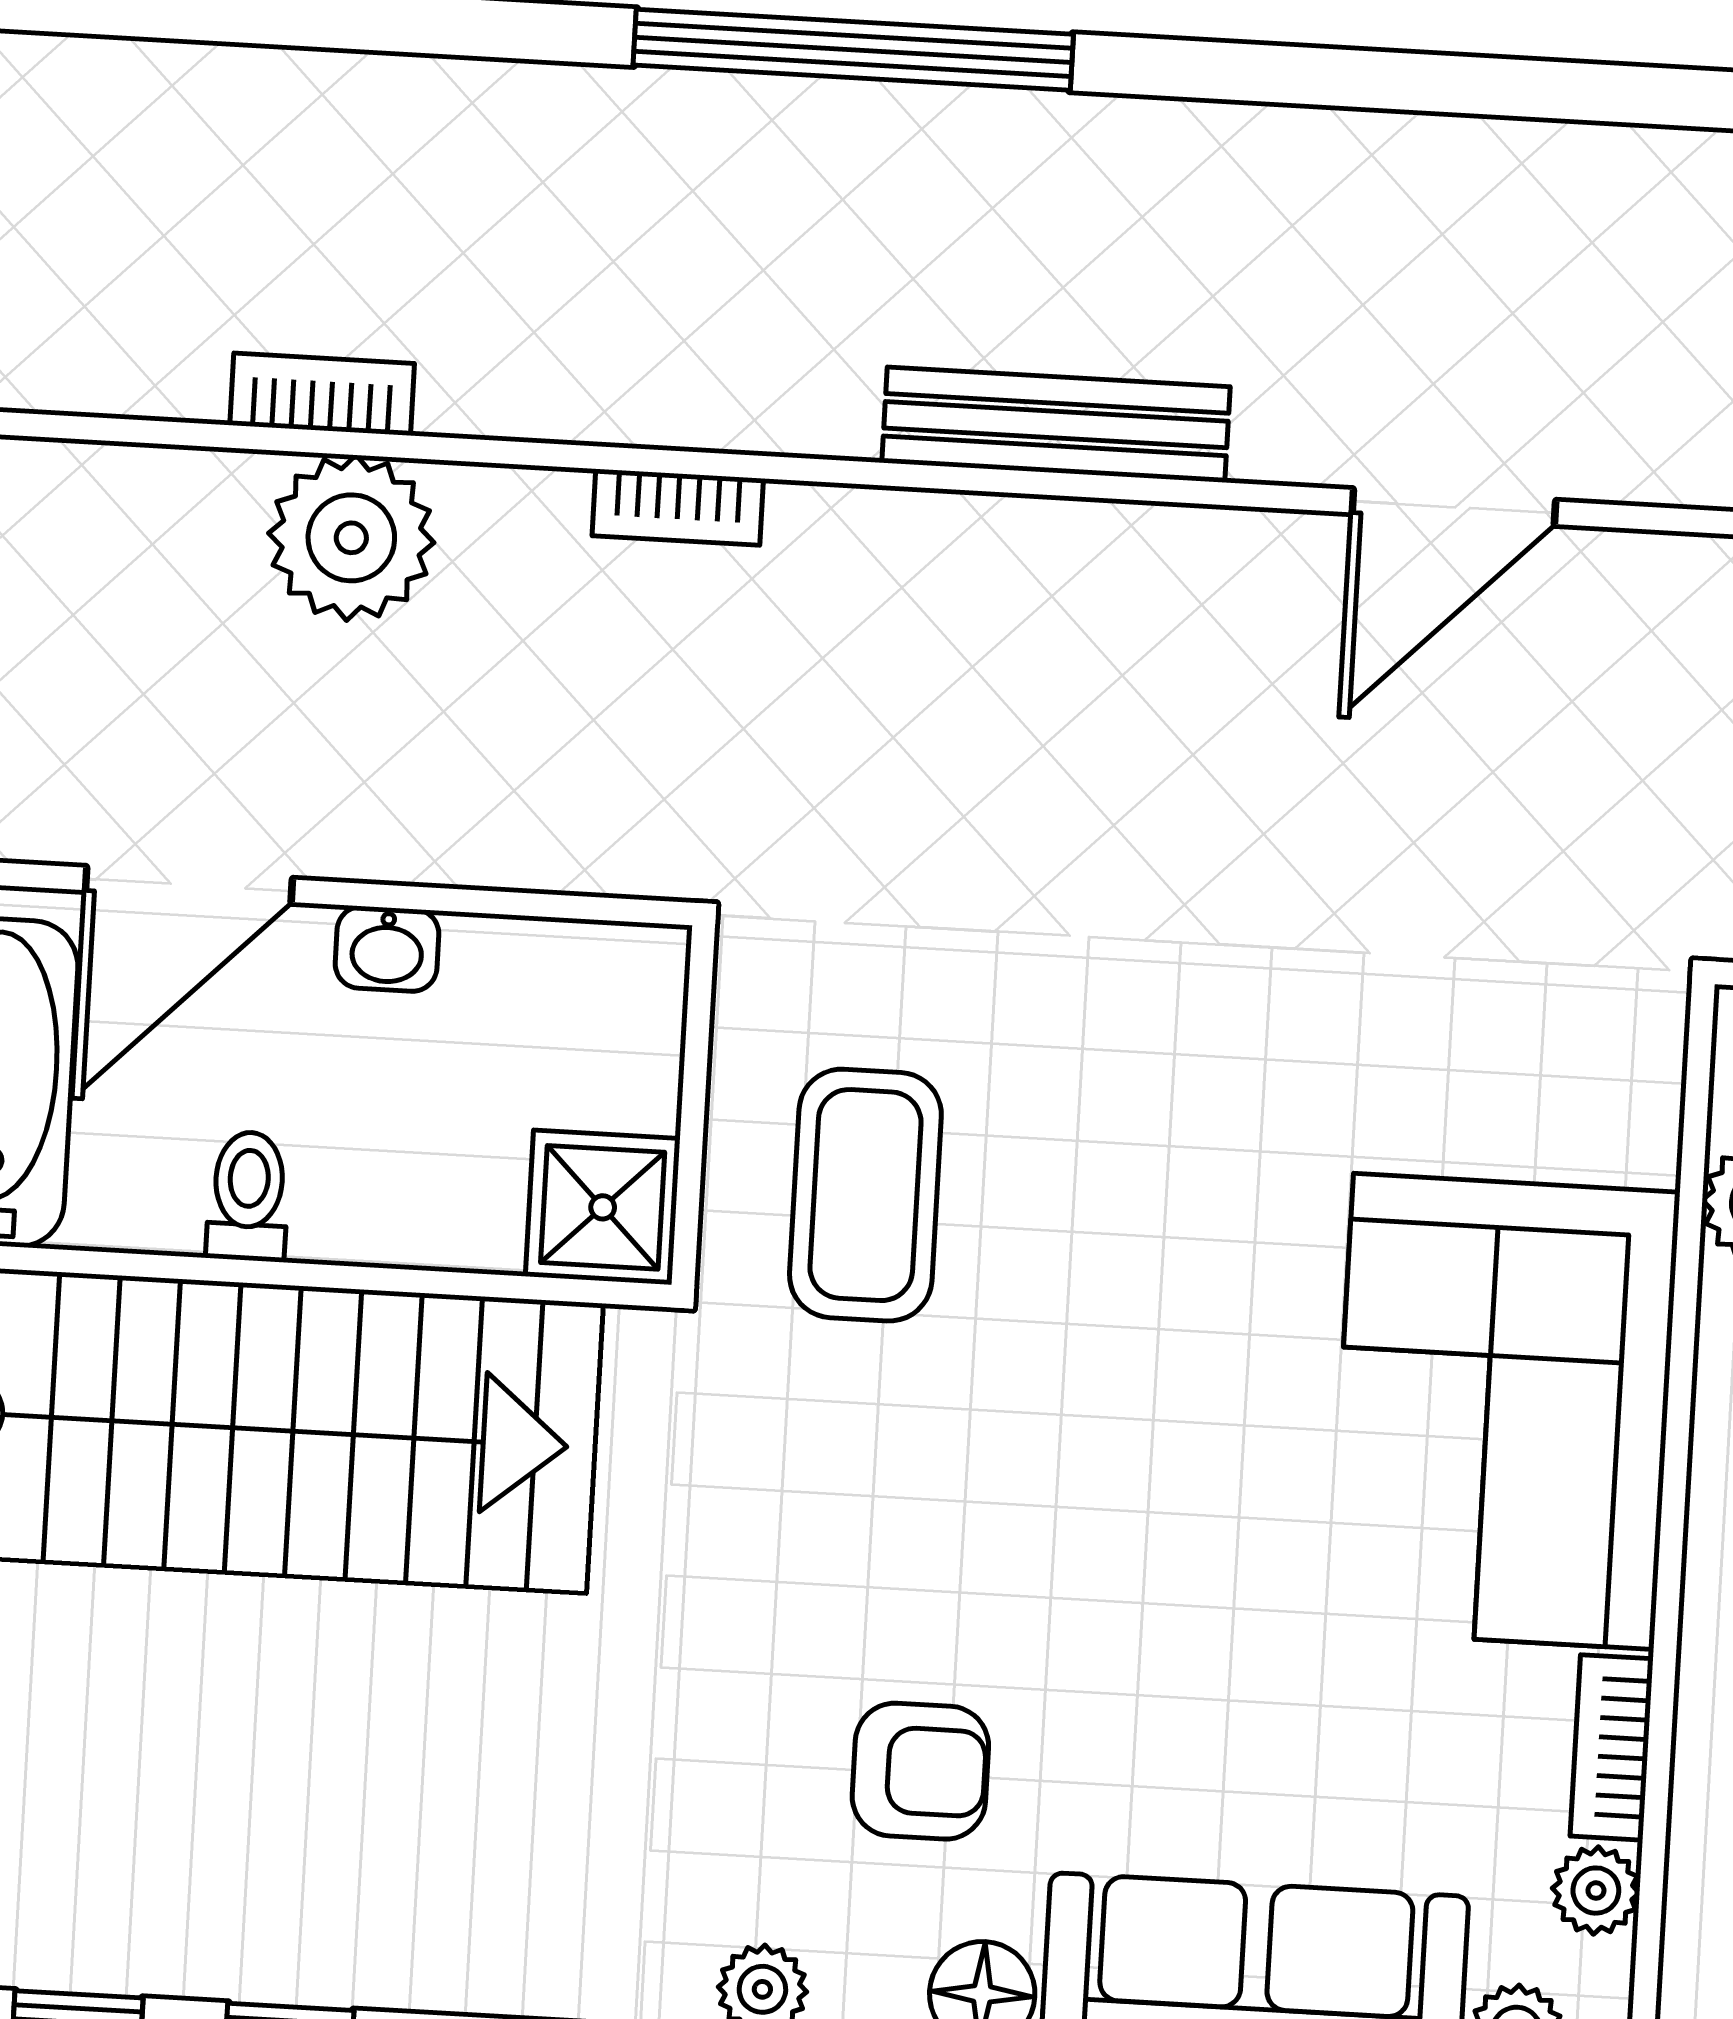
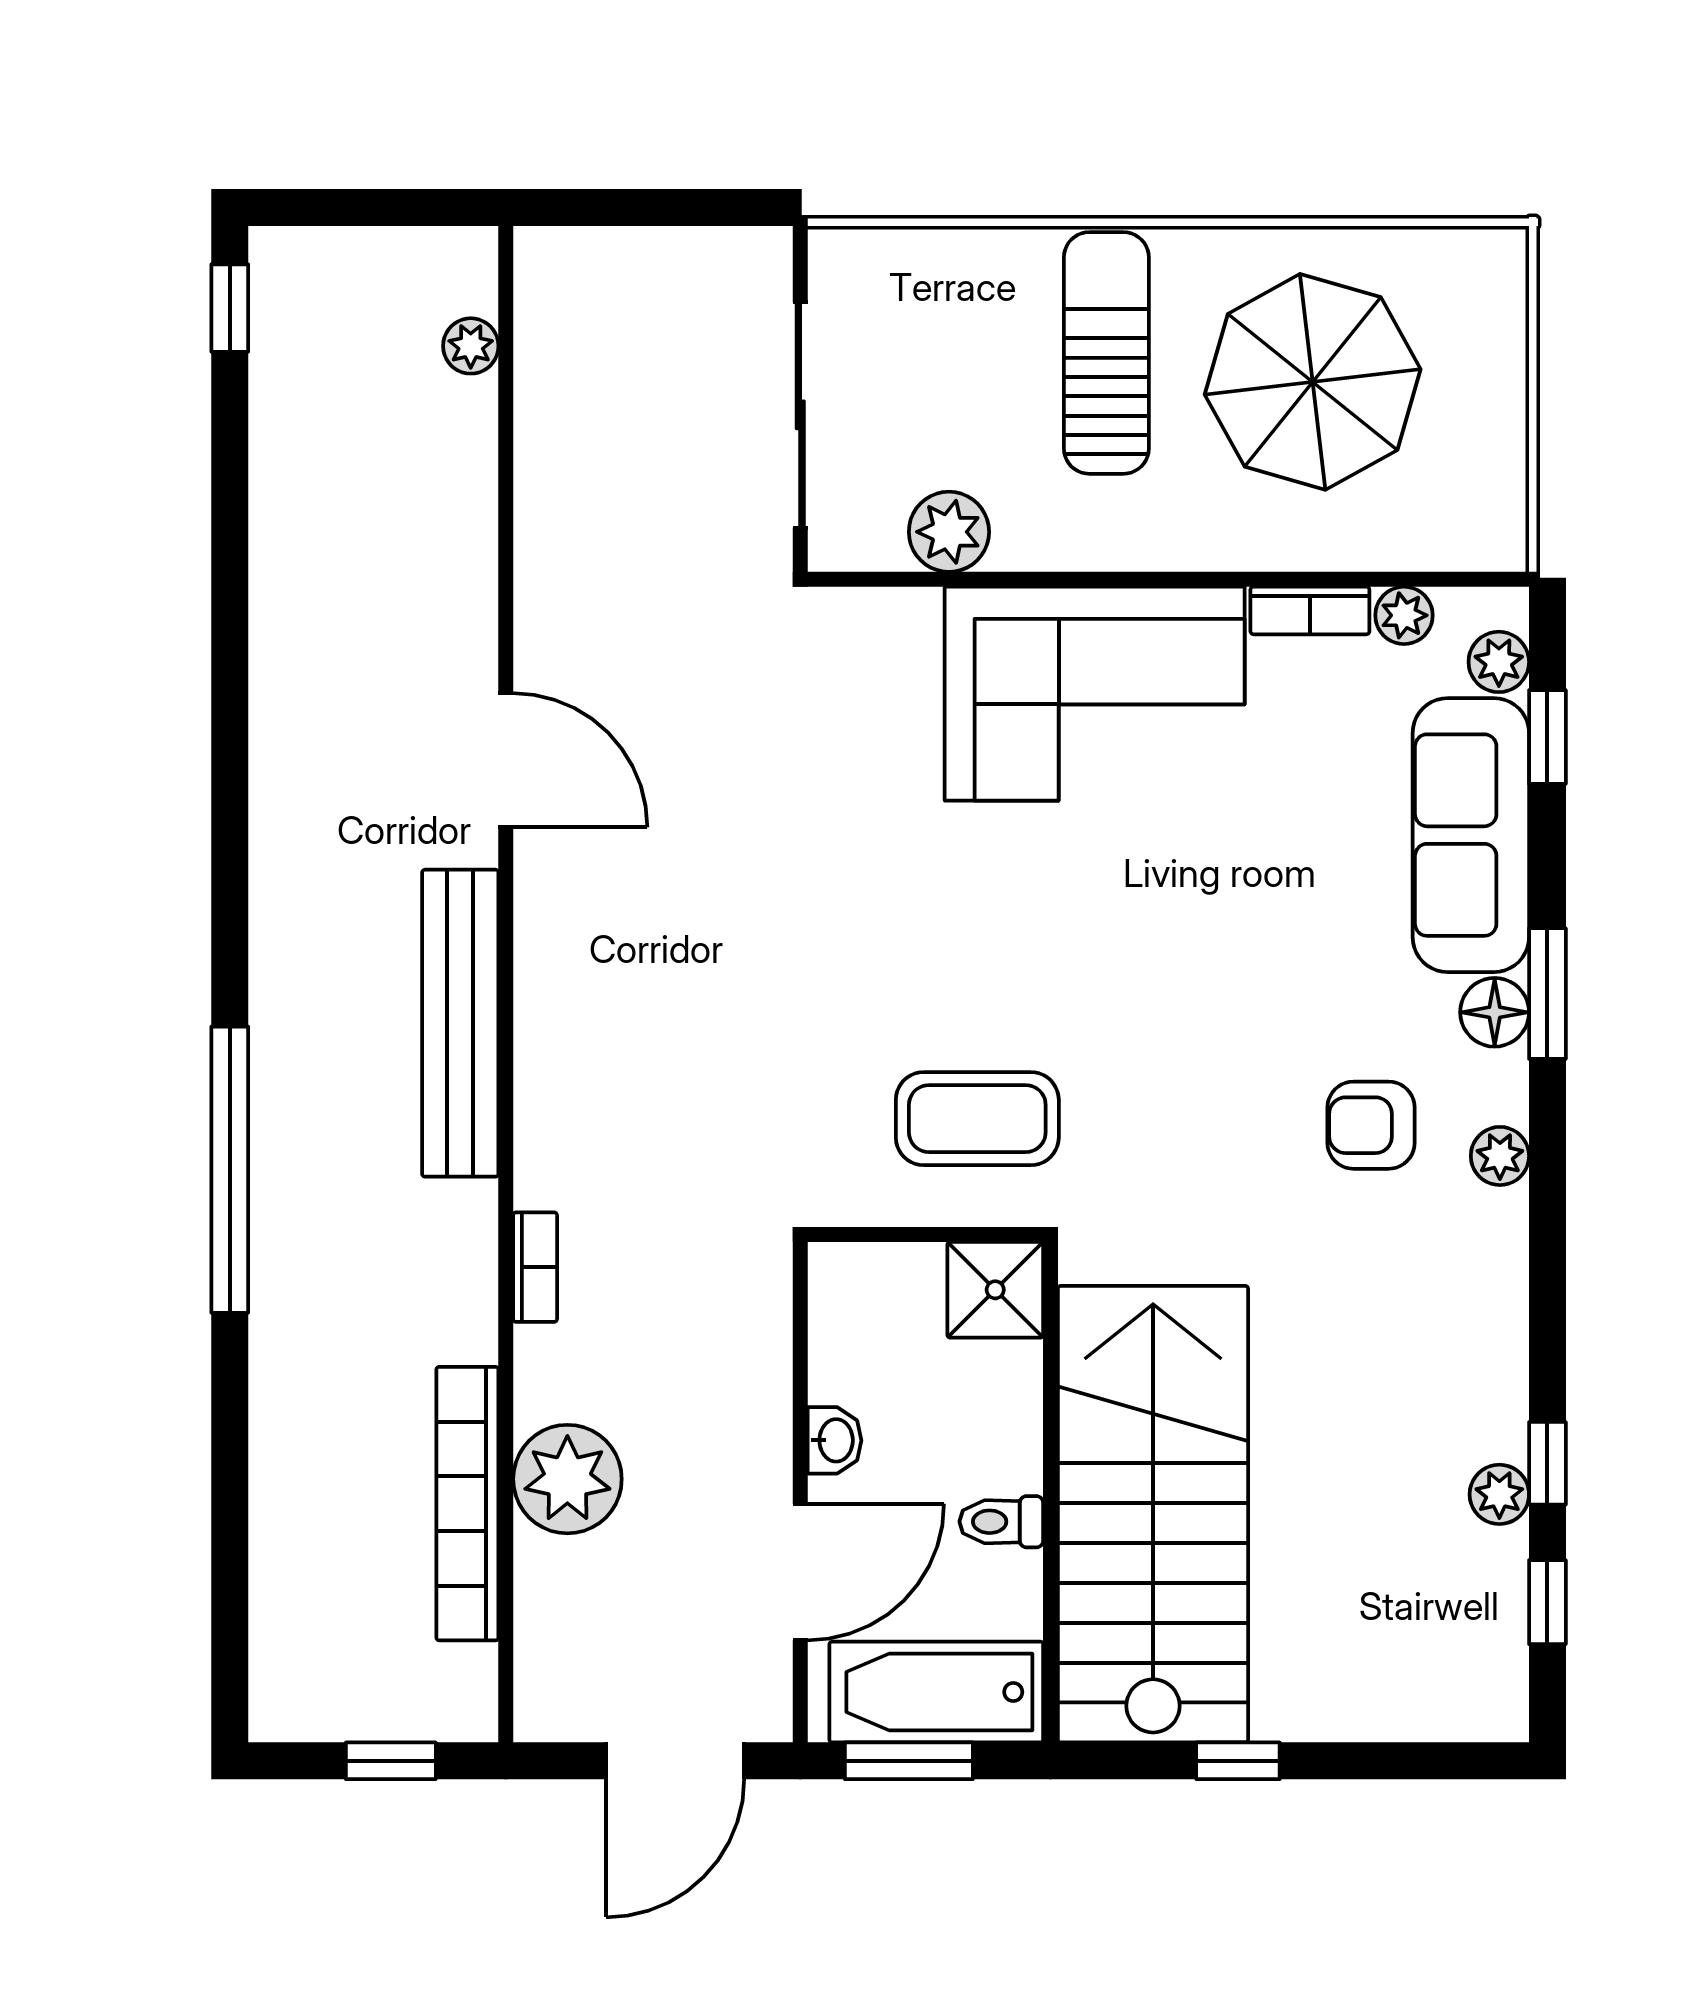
bookcase: (322, 394) -> (467, 1504), width x2.31, depth x1.31
bench: (1056, 425) -> (460, 1023), width x1.37, depth x1.21
door: (189, 885) -> (800, 1572), hinge flipped
armchair: (920, 1771) -> (1371, 1125), moved, turned -90
plant: (246, 1959) -> (1499, 1494), added

